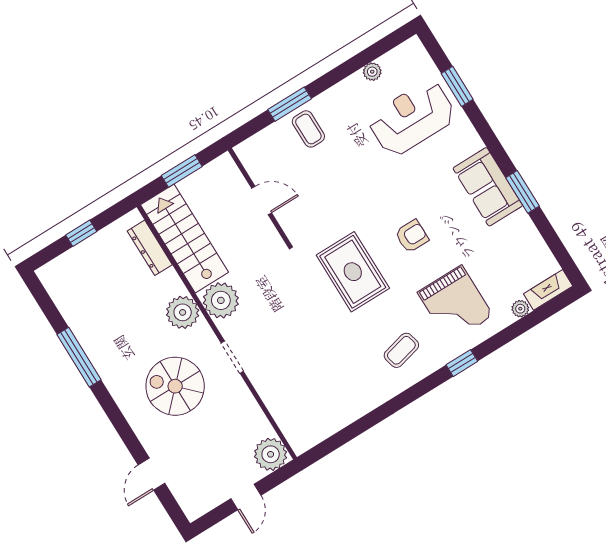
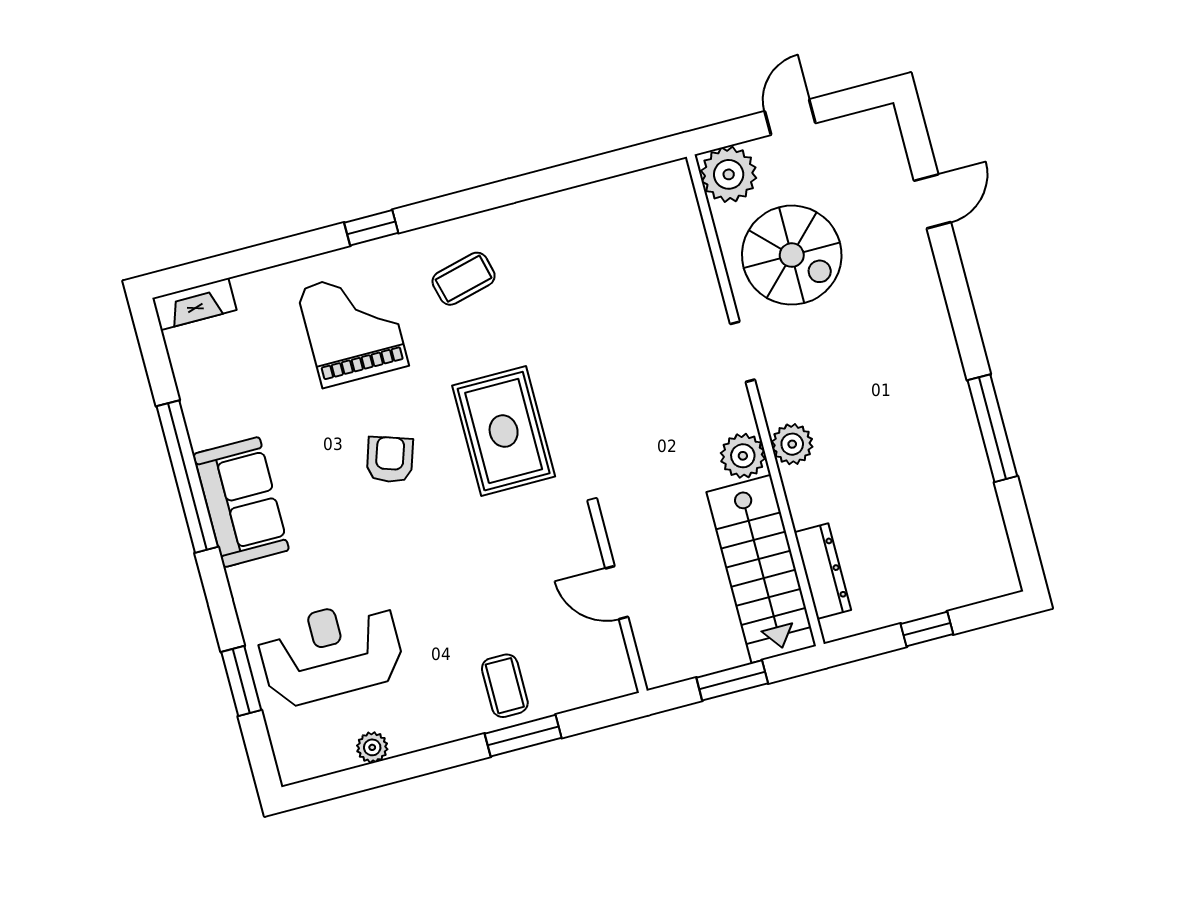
reception desk: (412, 118) -> (331, 652), turned 180
window: (523, 192) -> (187, 477), width x2.11
armchair: (412, 236) -> (390, 460), turned 108
plant: (221, 300) -> (743, 456), width x0.73, depth x0.73
plant: (520, 309) -> (249, 287), removed
plant: (183, 312) -> (792, 444), width x0.73, depth x0.73
spiral stairs: (175, 386) -> (792, 255), moved

